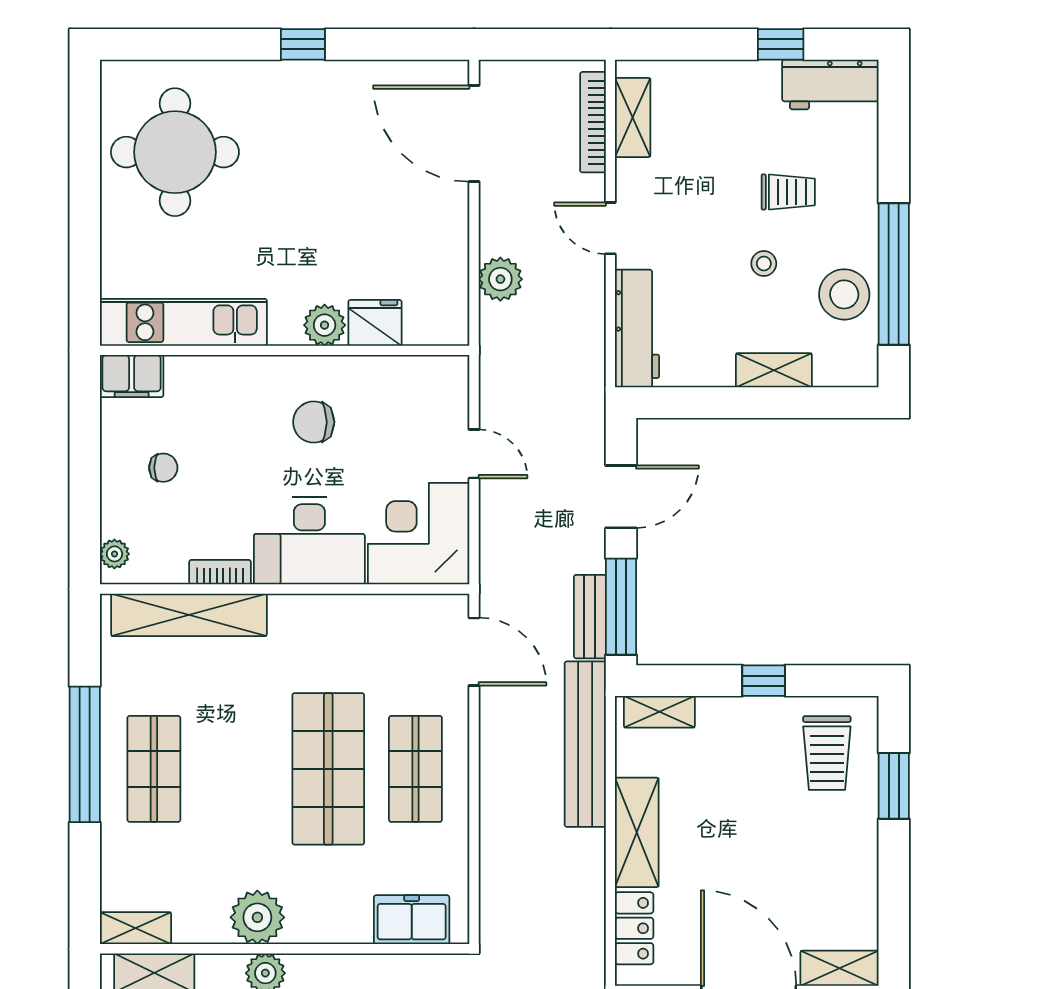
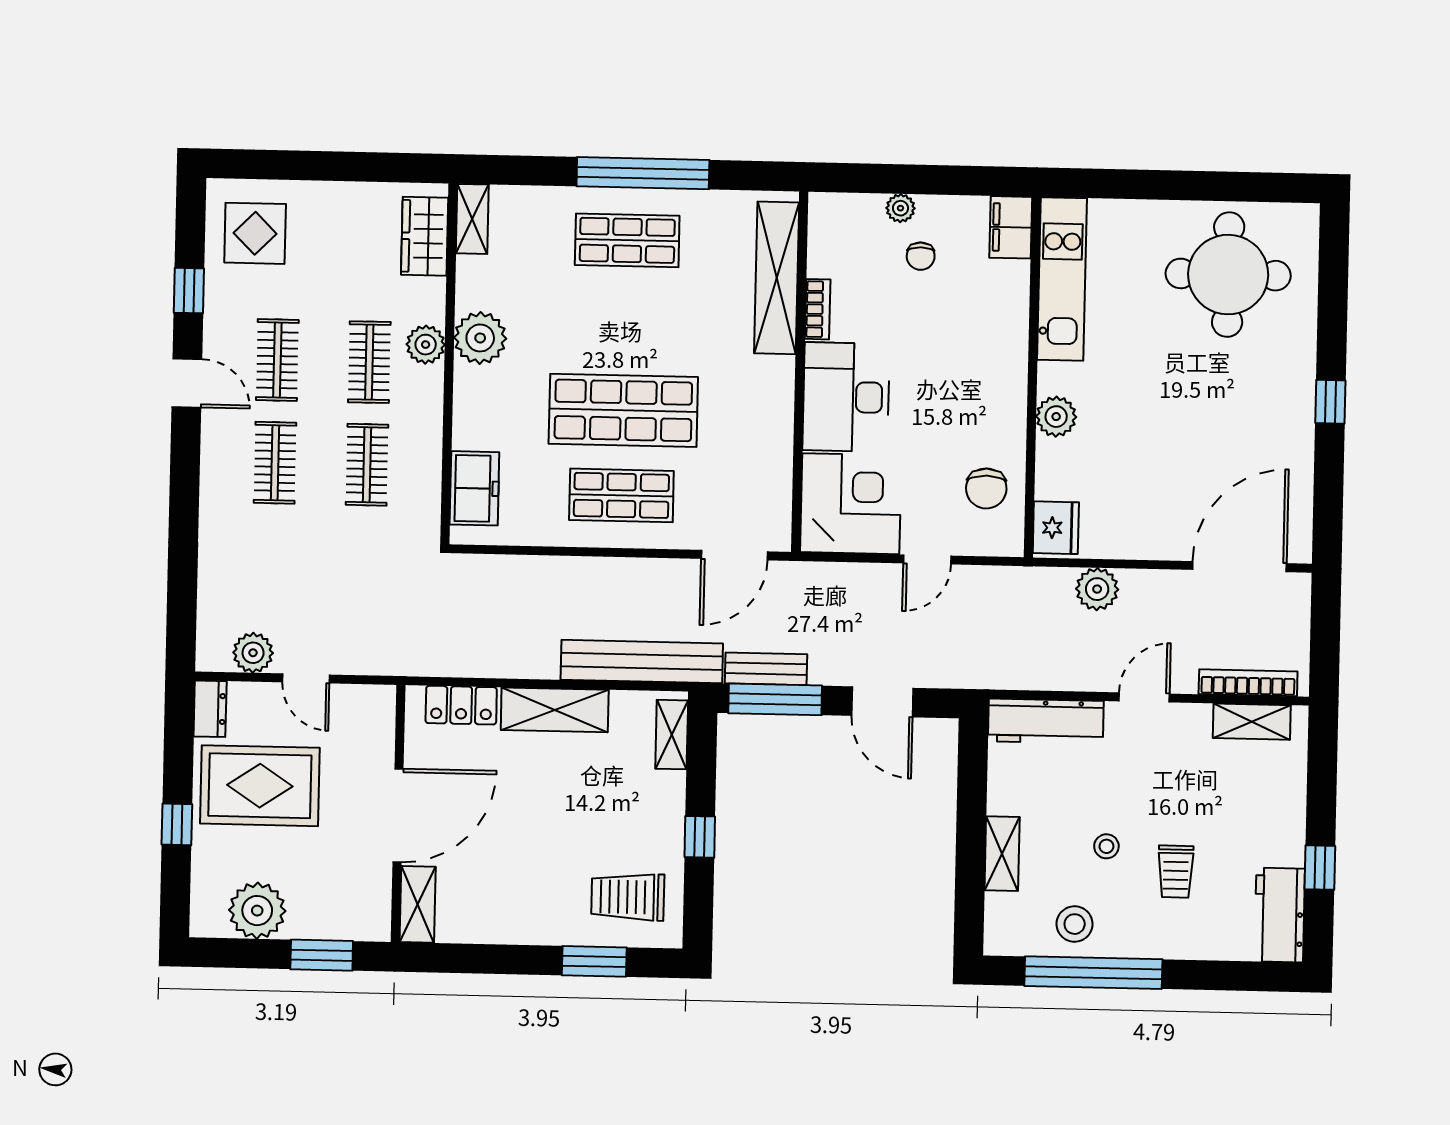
stool: (844, 294) -> (1075, 924), width x0.73, depth x0.73
fridge: (375, 323) -> (1056, 528), moved
chair: (314, 422) -> (986, 488), moved, turned 180
plant: (114, 554) -> (900, 208), moved

